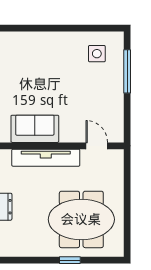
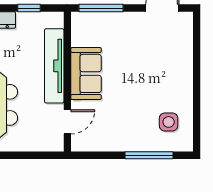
sofa: (35, 129) -> (86, 73), moved

